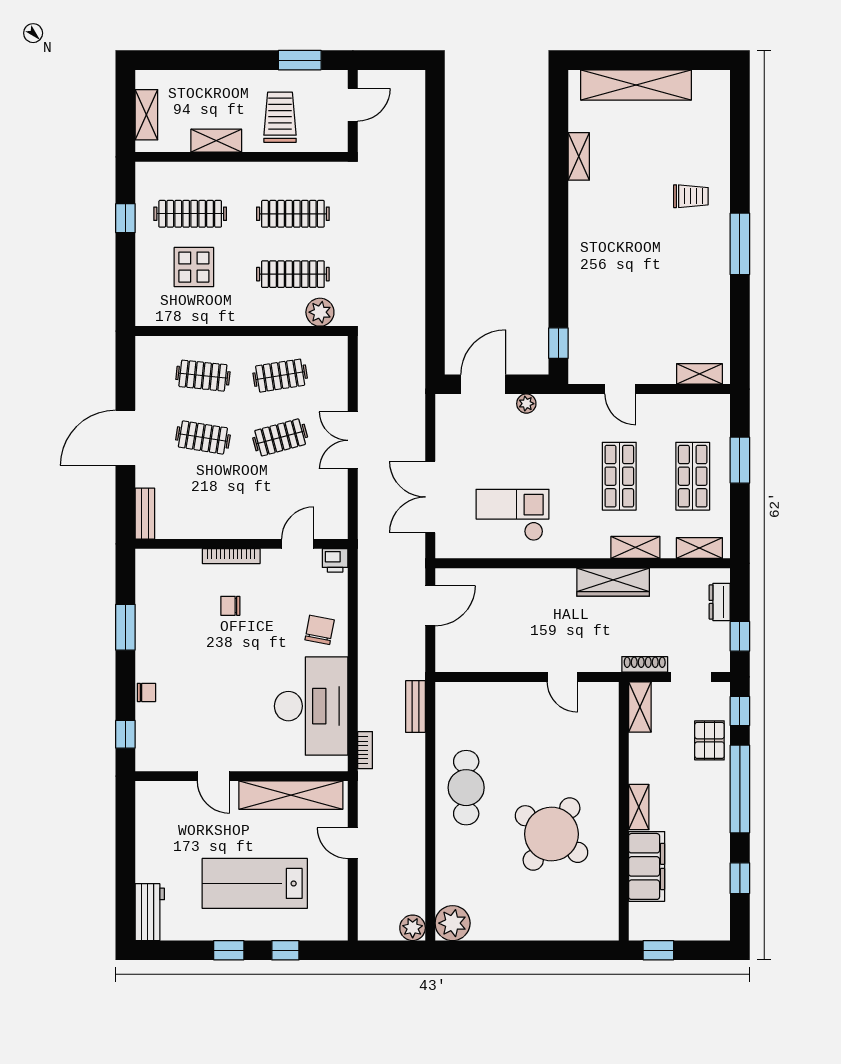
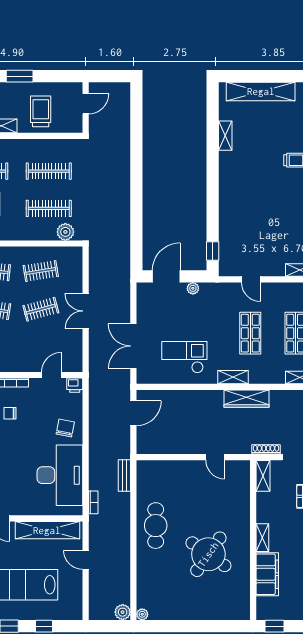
window: (300, 60) -> (20, 76), moved
shelving: (635, 547) -> (233, 377), moved
plant: (453, 923) -> (142, 614), width x0.53, depth x0.53

